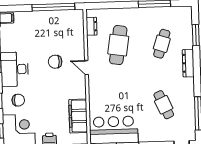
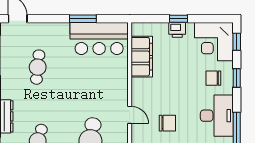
cafe table: (164, 105) -> (38, 67), turned 30

